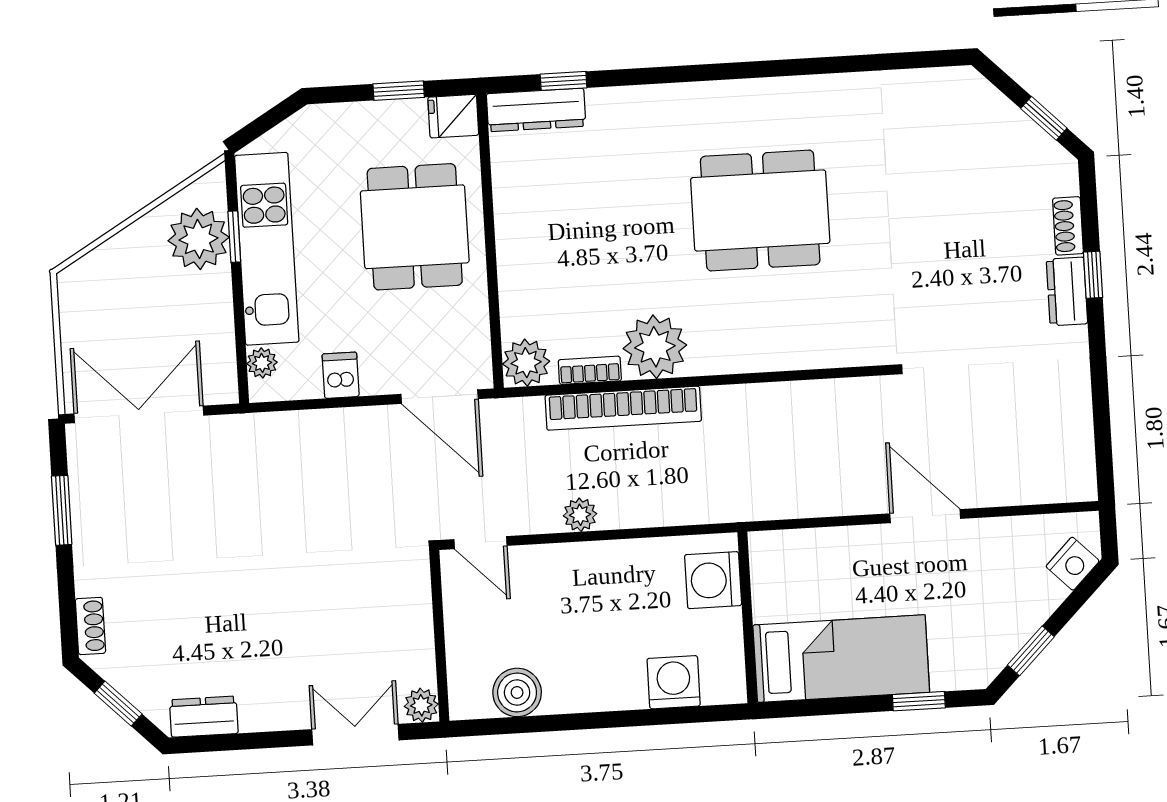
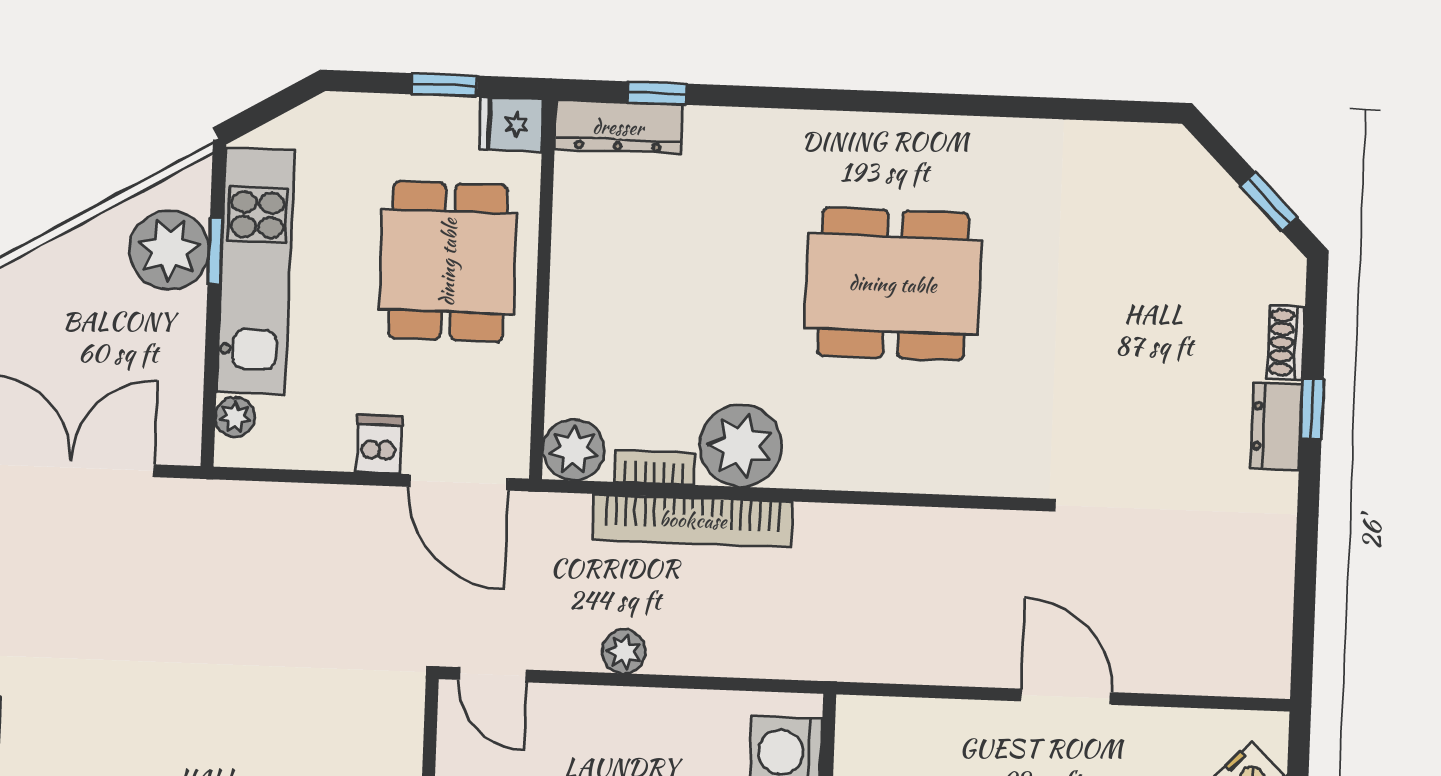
dishwasher: (341, 375) -> (379, 444), moved

